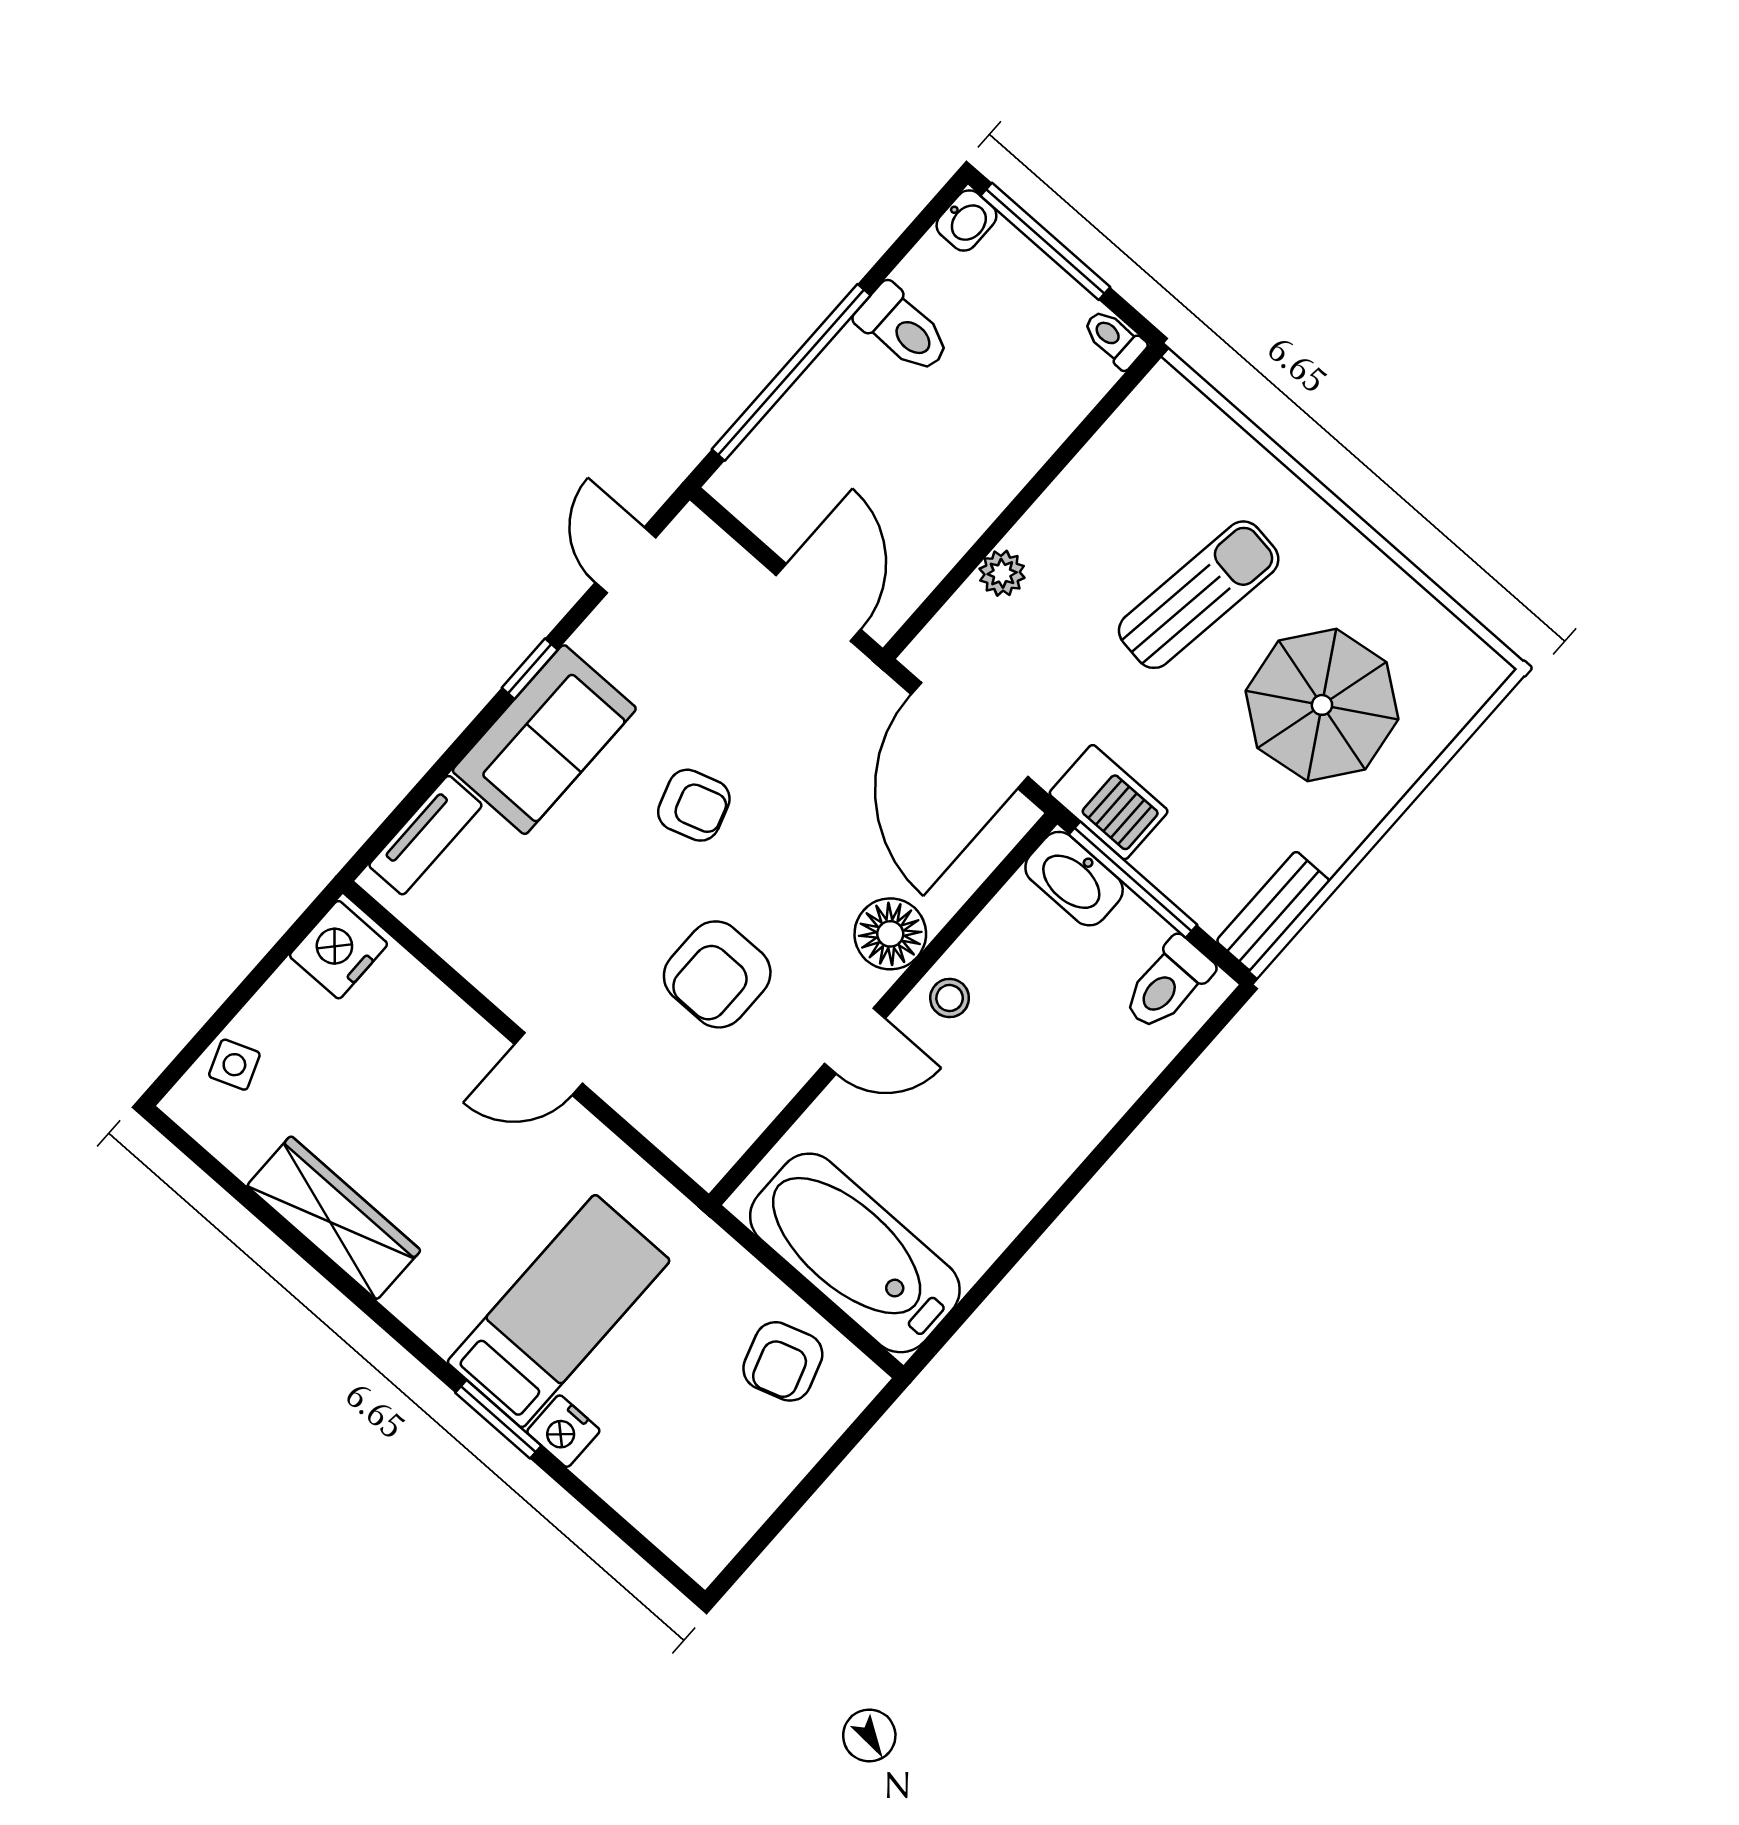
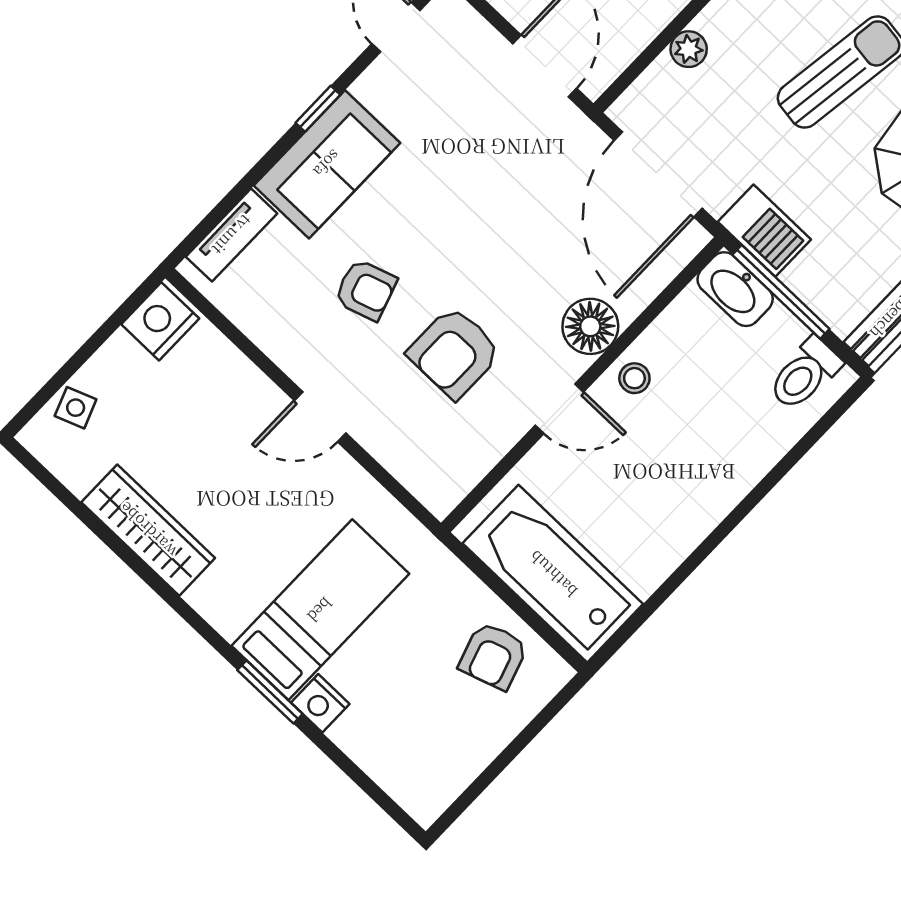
armchair: (694, 805) -> (366, 290), moved

